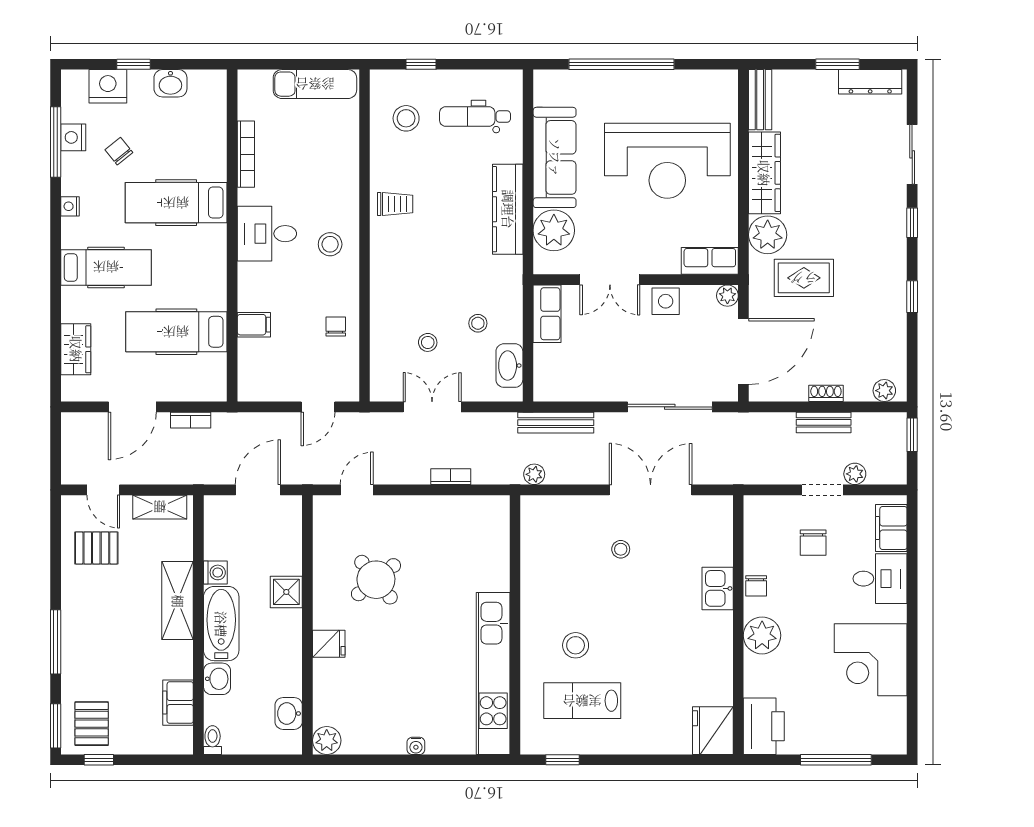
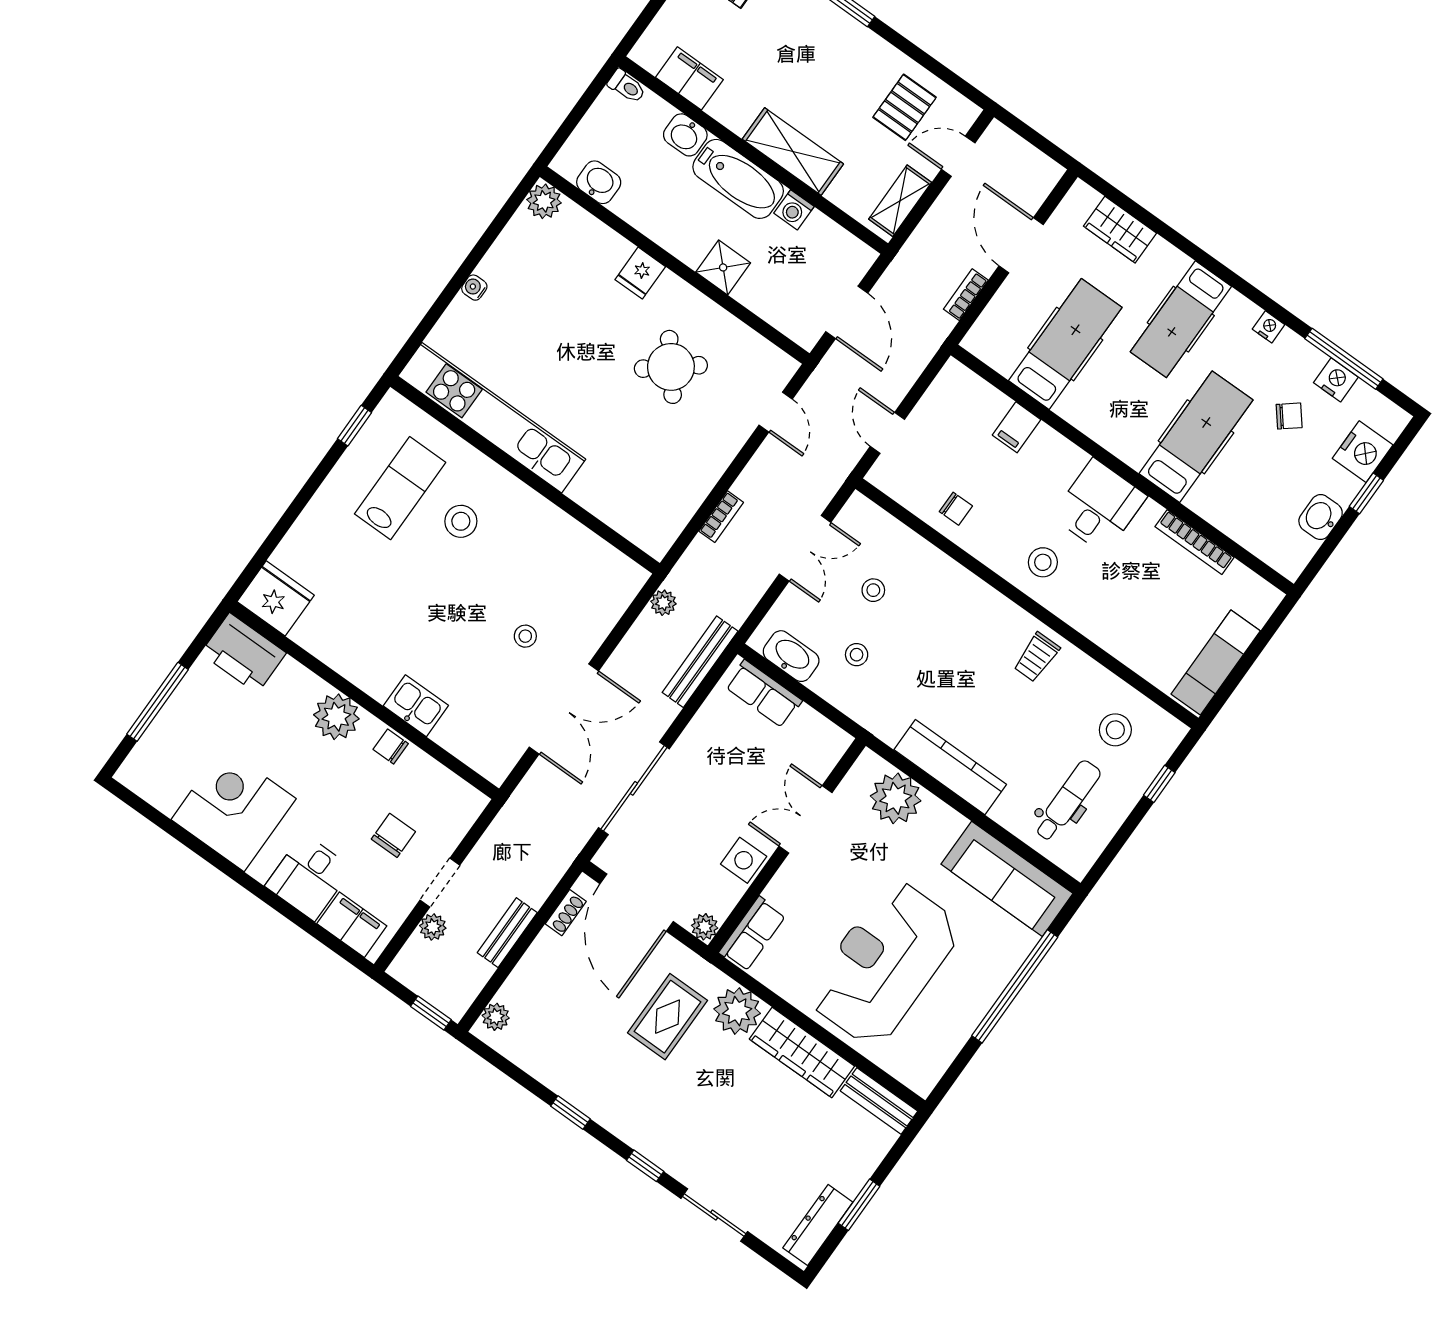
sofa: (555, 157) -> (1007, 879), moved
row of seats: (547, 314) -> (764, 694), moved
shoe rack: (826, 393) -> (566, 913), moved
chair: (813, 543) -> (393, 835), turned 90

